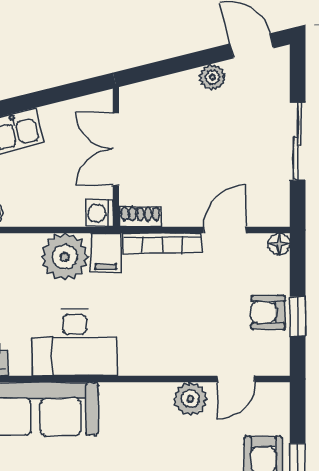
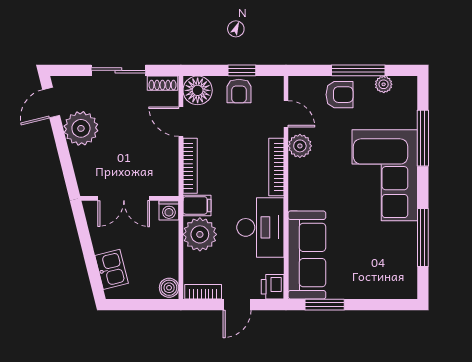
plant: (212, 77) -> (81, 128), width x1.88, depth x1.88
shoe rack: (140, 216) -> (163, 83), moved, turned -90
floor lamp: (279, 244) -> (198, 90), width x1.89, depth x1.89
bookcase: (161, 365) -> (276, 167), added

